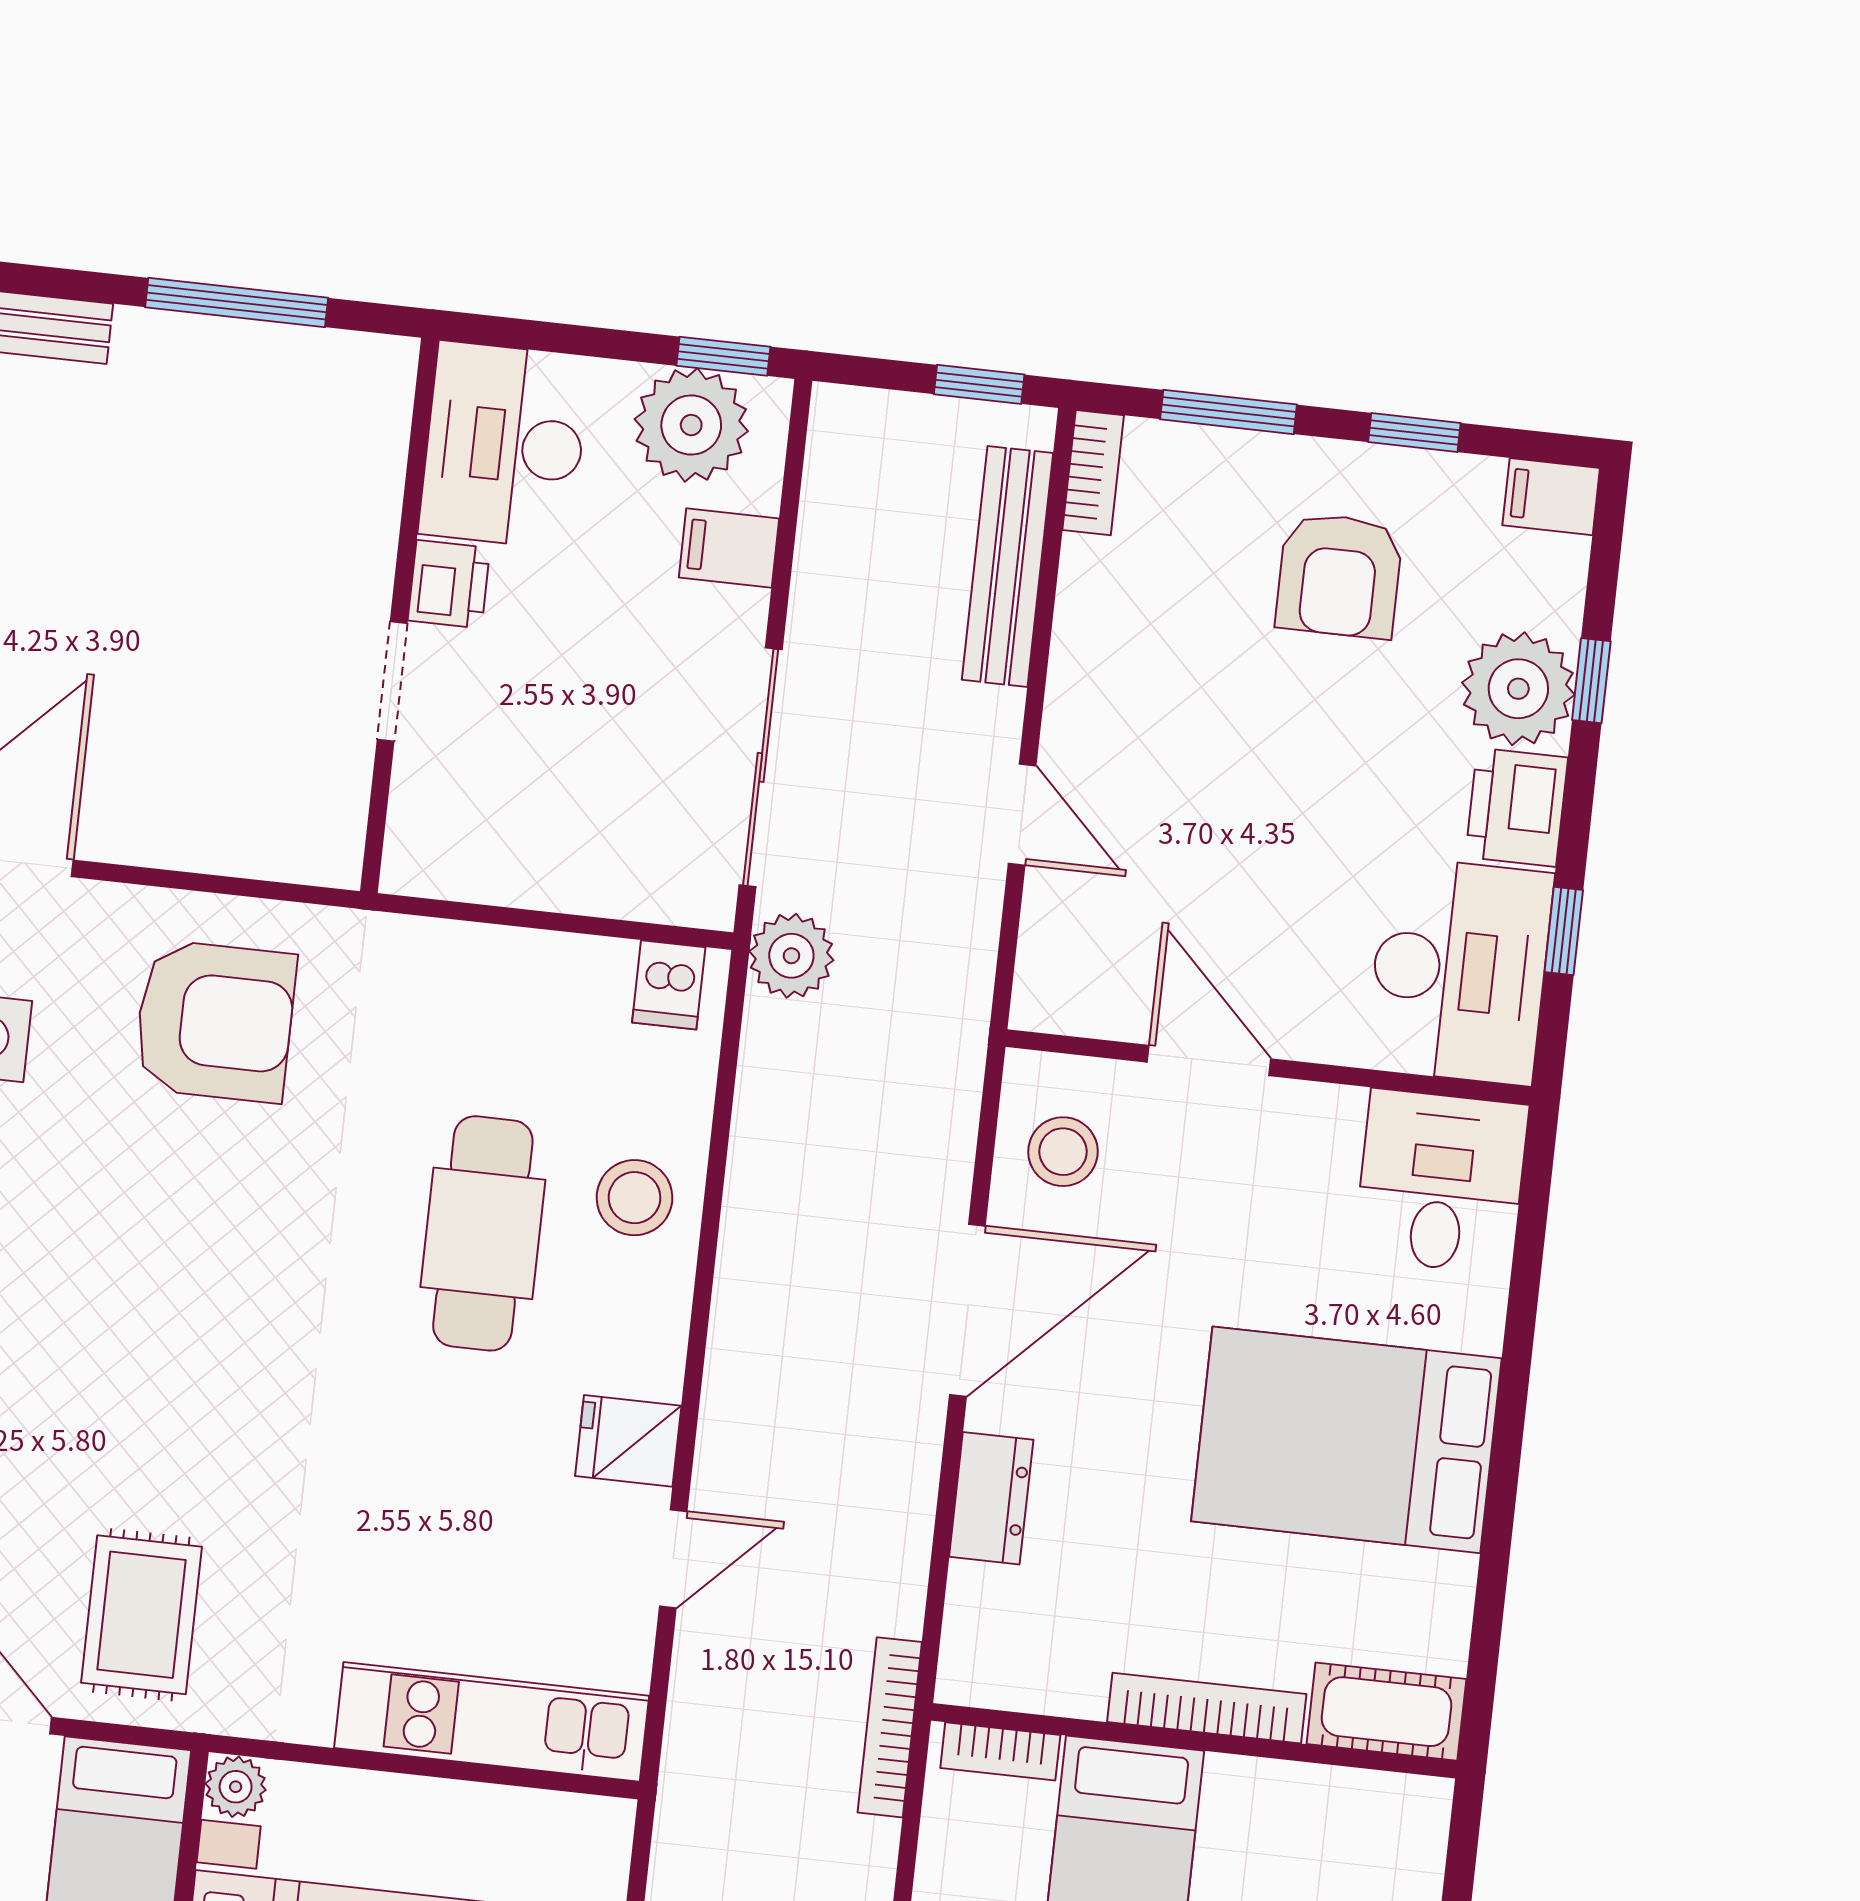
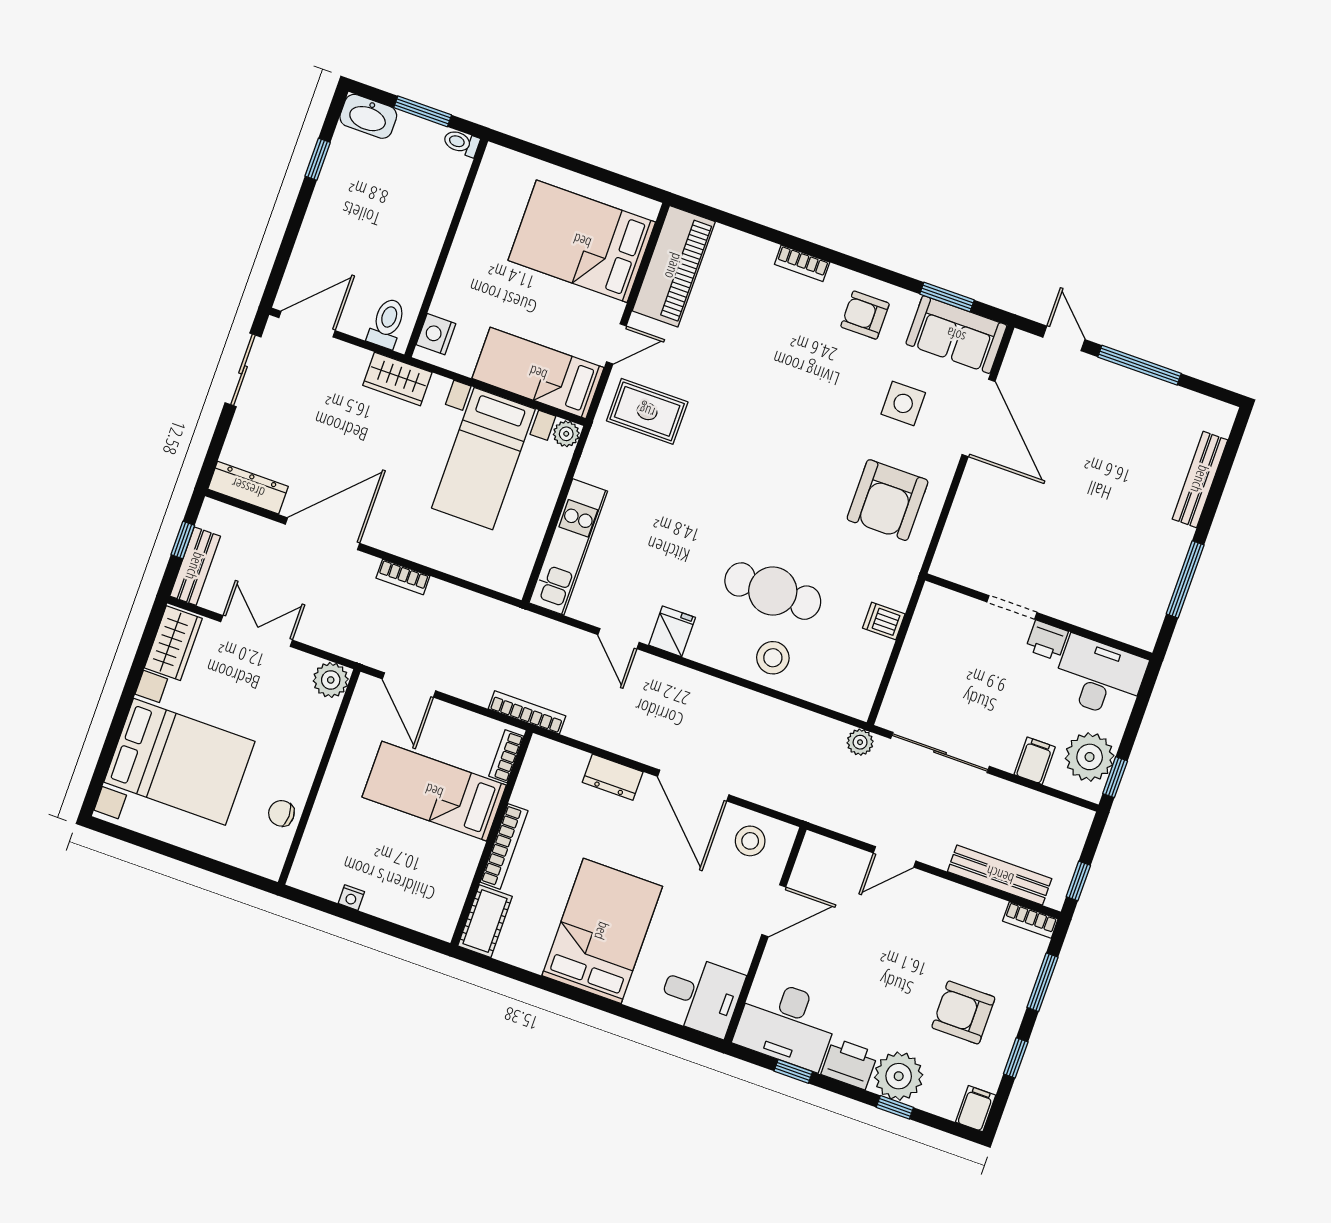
plant: (791, 956) -> (860, 742), width x0.73, depth x0.73
dishwasher: (669, 985) -> (884, 621), moved

